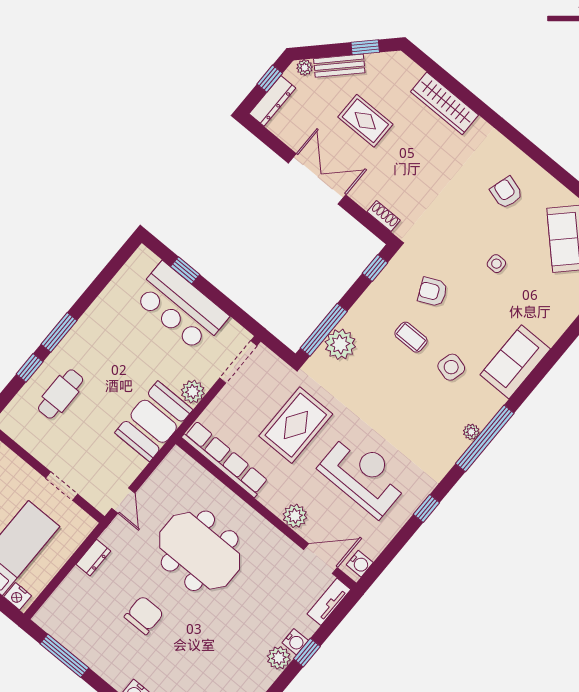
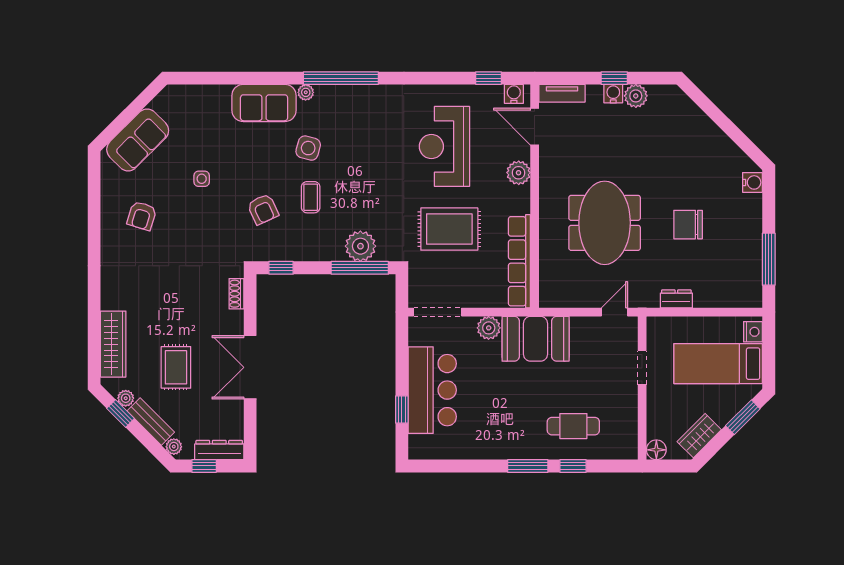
plant: (374, 61) -> (126, 398), added
wardrobe: (445, 103) -> (113, 344), moved
plant: (471, 432) -> (306, 92), moved
window: (426, 509) -> (489, 78), moved

